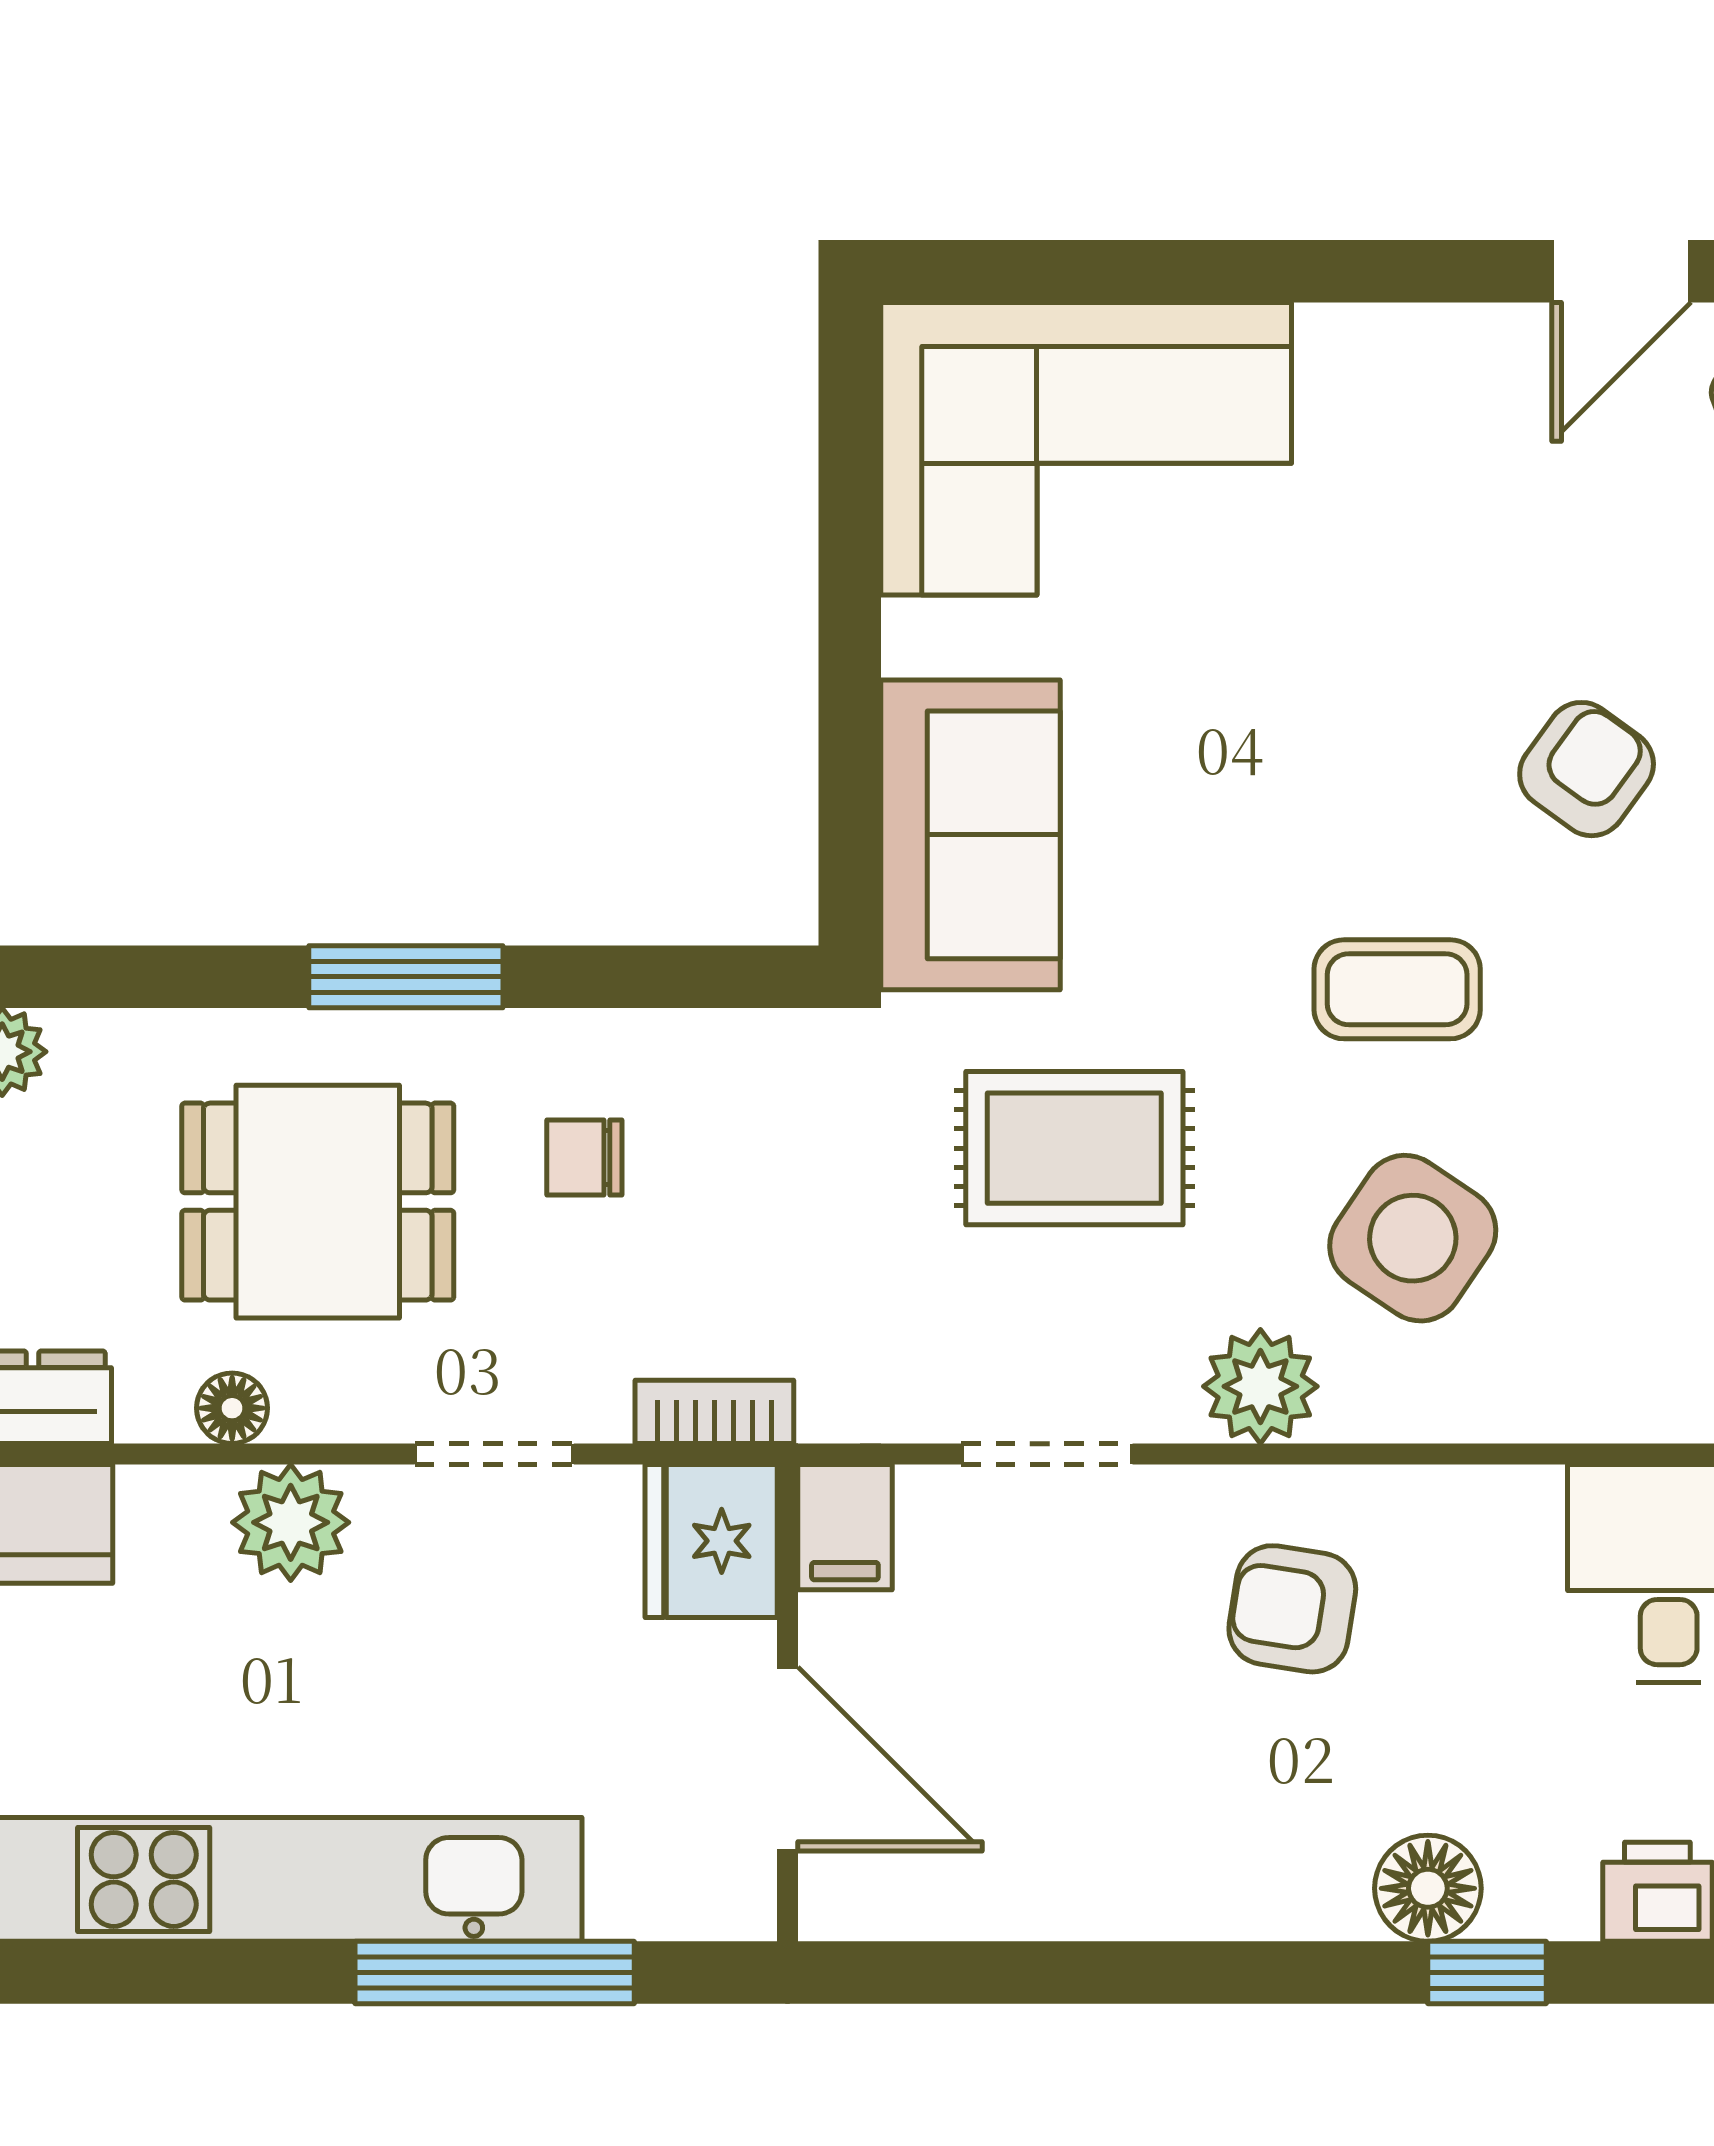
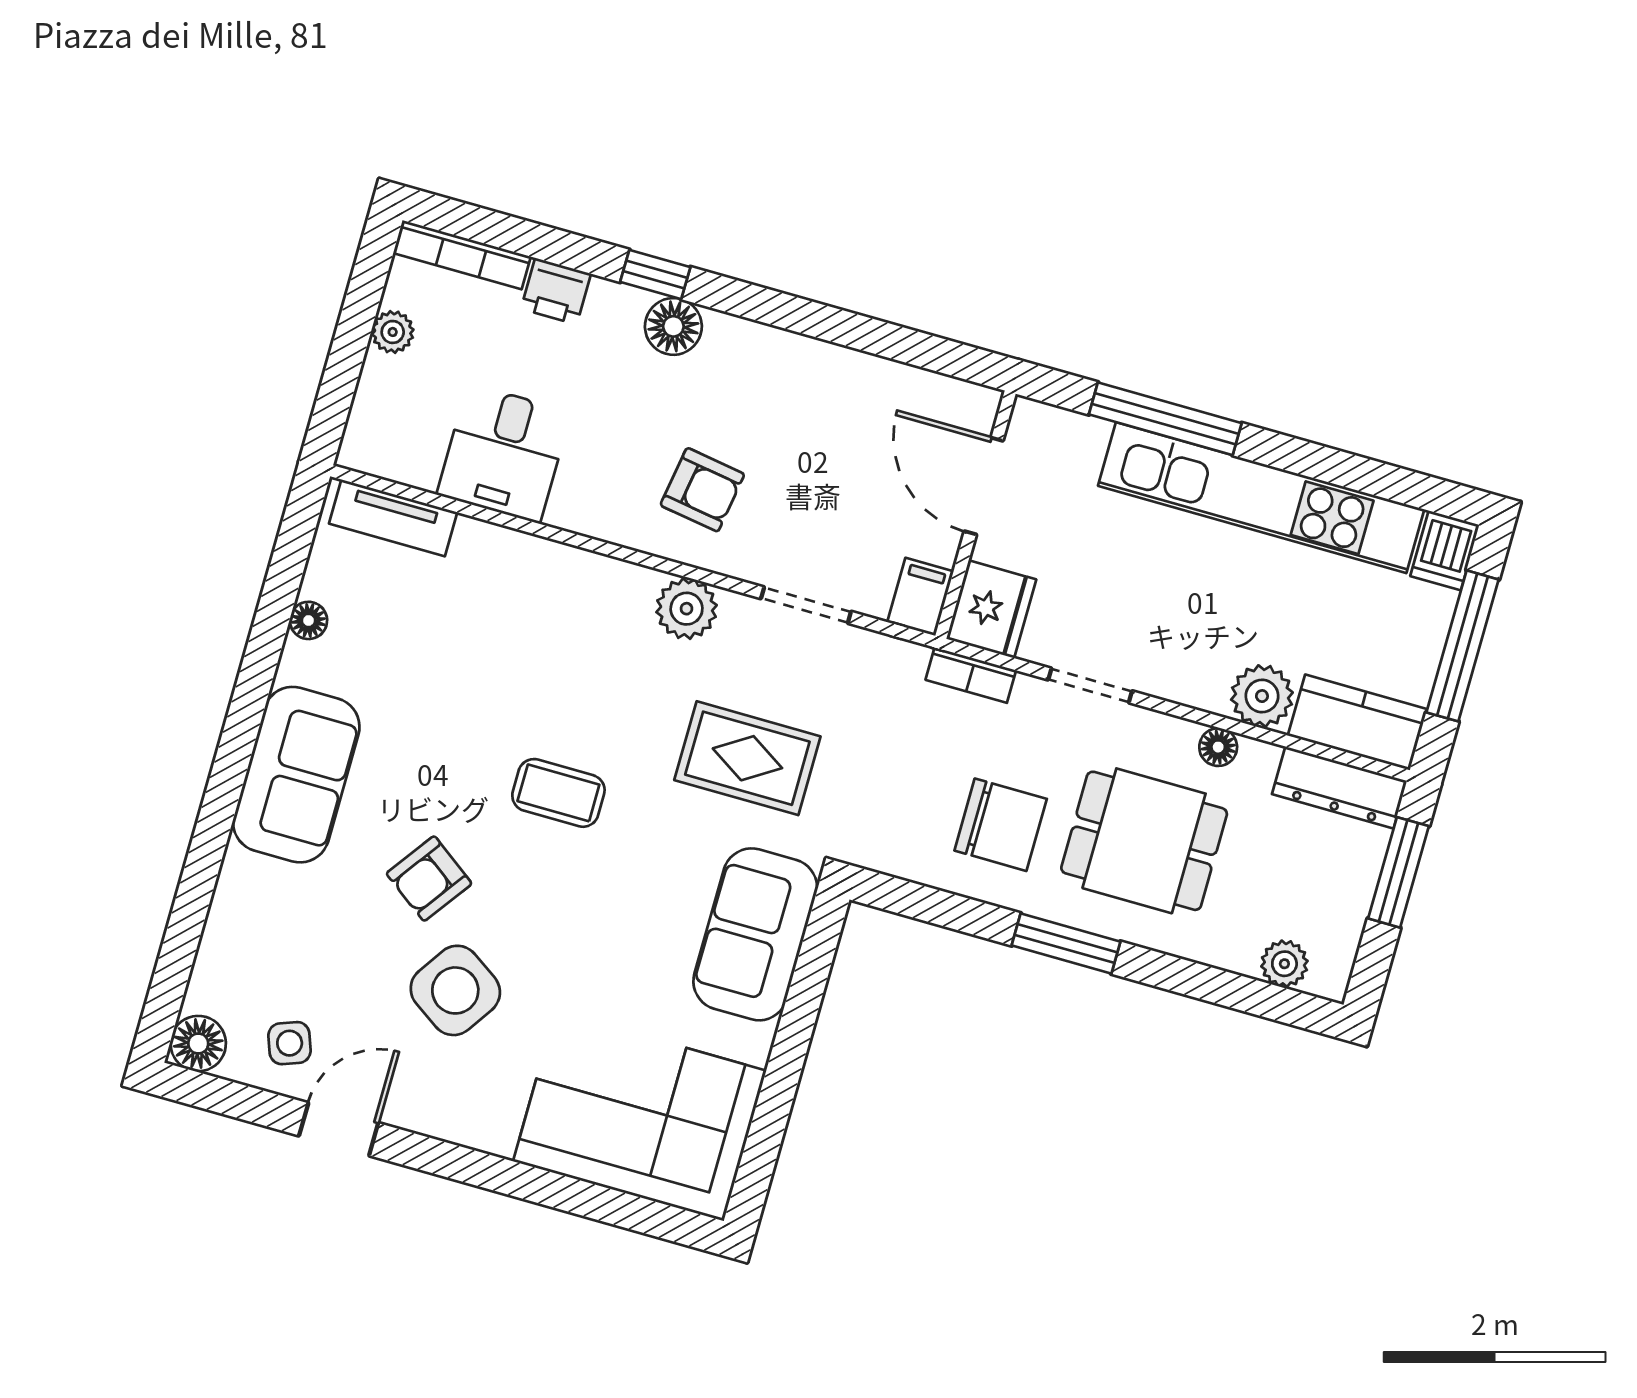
chair: (584, 1157) -> (1001, 825), width x1.87, depth x1.87
side table: (1413, 1238) -> (455, 990), moved
plant: (291, 1522) -> (1262, 696), moved

